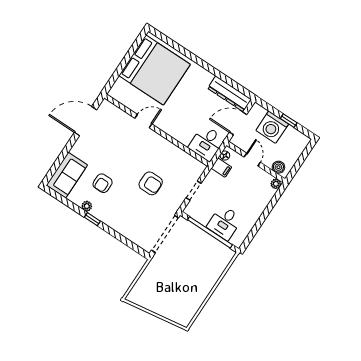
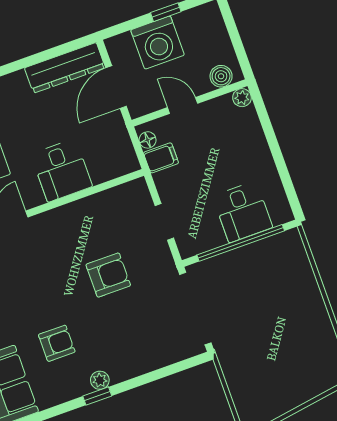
desk: (207, 143) -> (62, 170), moved
armchair: (103, 183) -> (57, 343), turned -90
plant: (87, 206) -> (100, 380), moved

